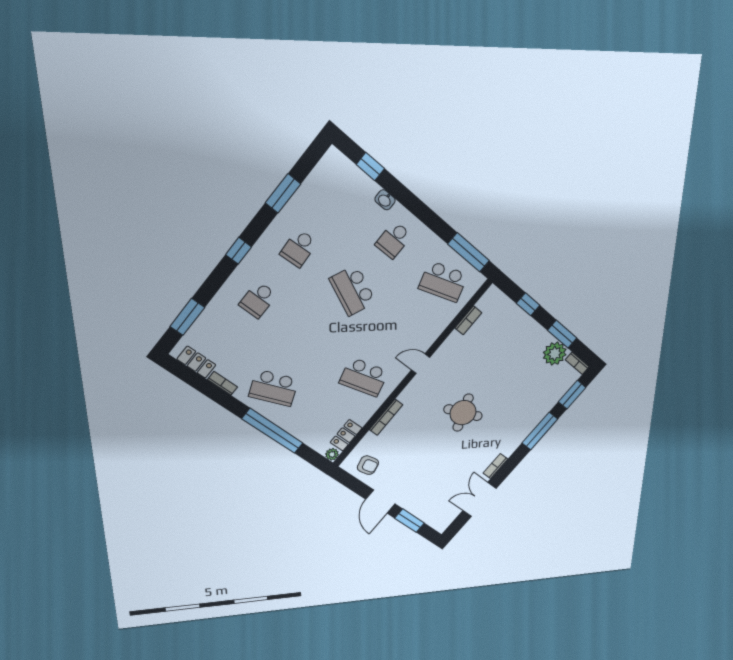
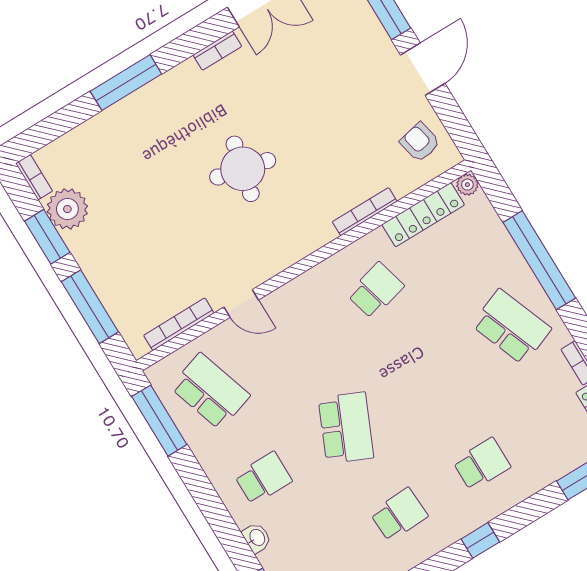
window: (528, 304) -> (90, 307), width x2.17
bookcase: (468, 320) -> (179, 324), width x1.56
door: (420, 364) -> (241, 304), moved
school desk: (364, 377) -> (376, 290), width x0.54
window: (572, 395) -> (56, 125), removed
round table: (463, 413) -> (243, 169), turned 35
locker: (346, 435) -> (423, 215), width x1.53

